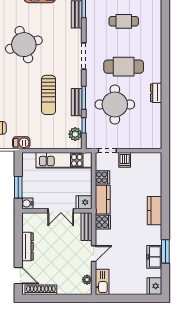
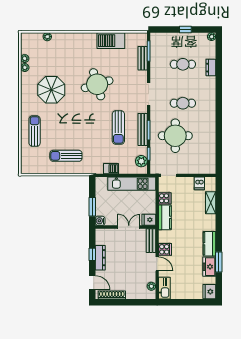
cafe table: (124, 67) -> (183, 103), width x0.73, depth x0.74
dresser: (156, 93) -> (211, 68), moved
bench: (77, 102) -> (143, 129), width x1.36
barbecue: (21, 143) -> (111, 169), moved
dishwasher: (125, 160) -> (199, 183), moved
shelving: (156, 183) -> (211, 203), added
double door: (61, 211) -> (129, 227), swing flipped
kitchen counter: (155, 211) -> (209, 244), moved
cooker: (103, 222) -> (165, 249), moved
window: (18, 243) -> (92, 254), added
door: (94, 254) -> (157, 264), hinge flipped

